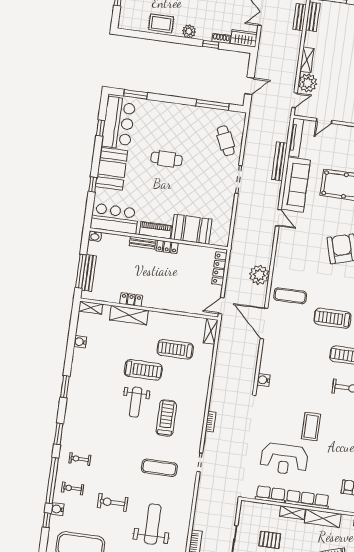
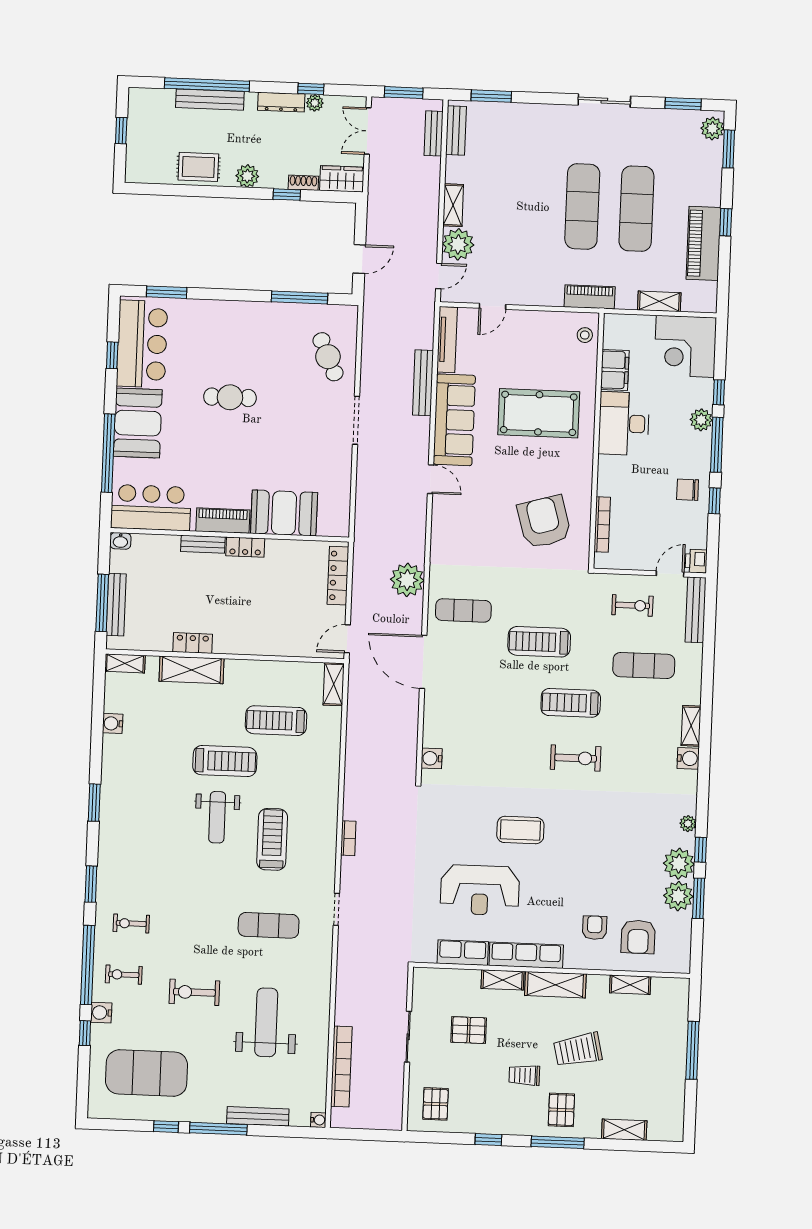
window: (93, 185) -> (108, 453), width x3.17
coffee table: (311, 427) -> (520, 830), turned 90

